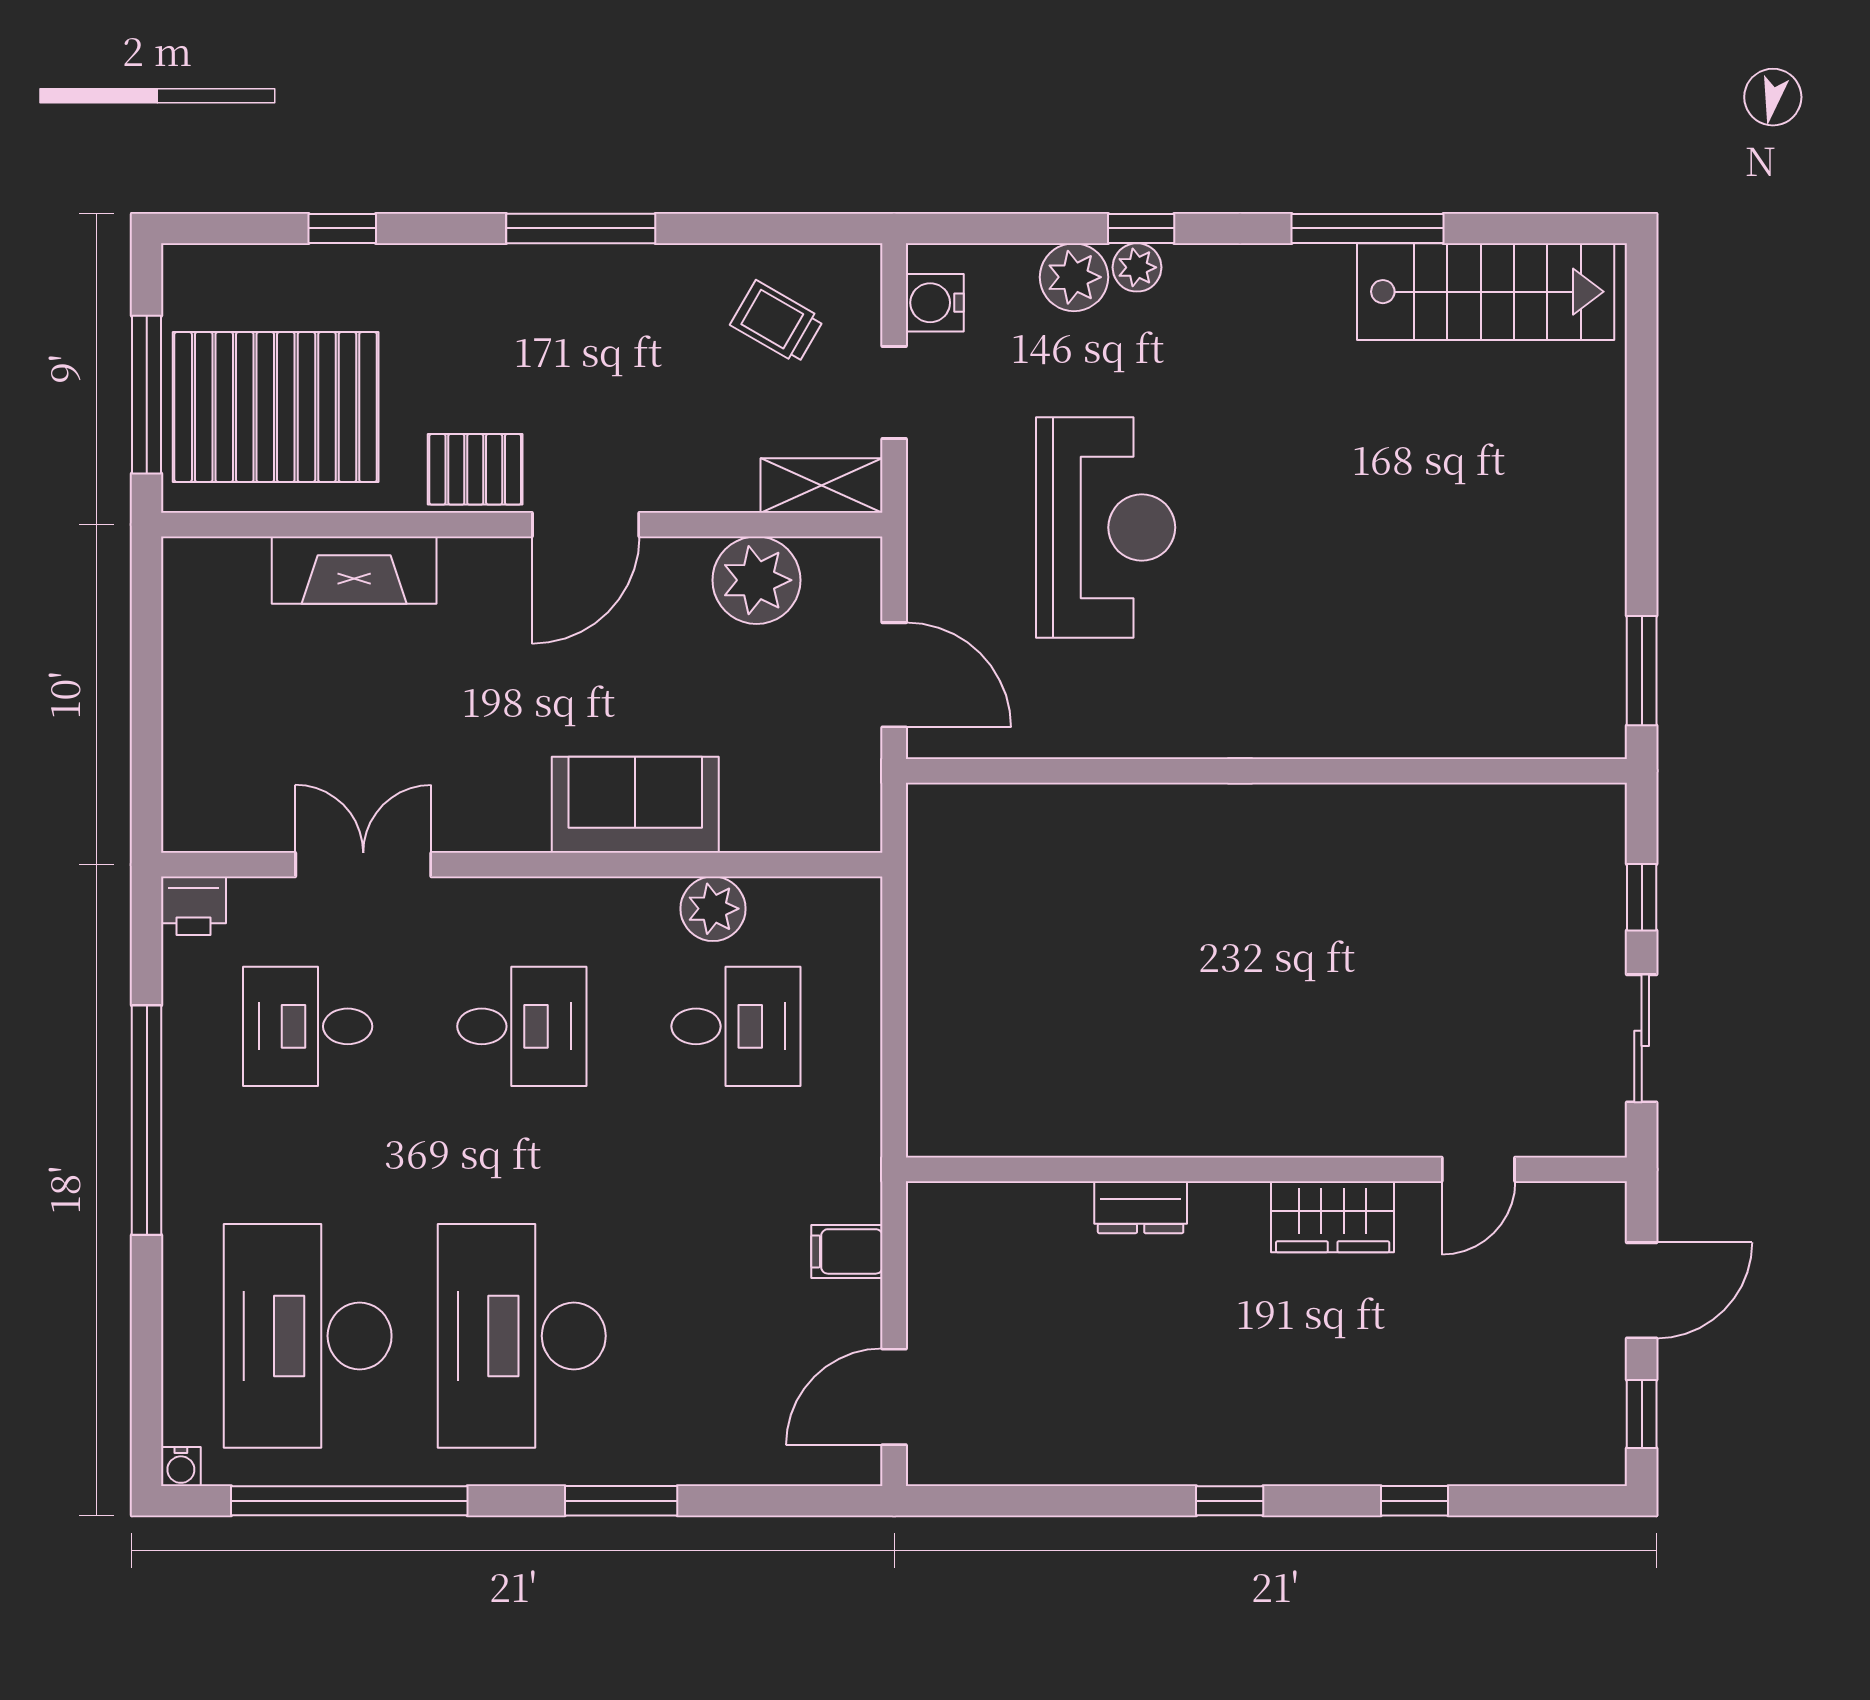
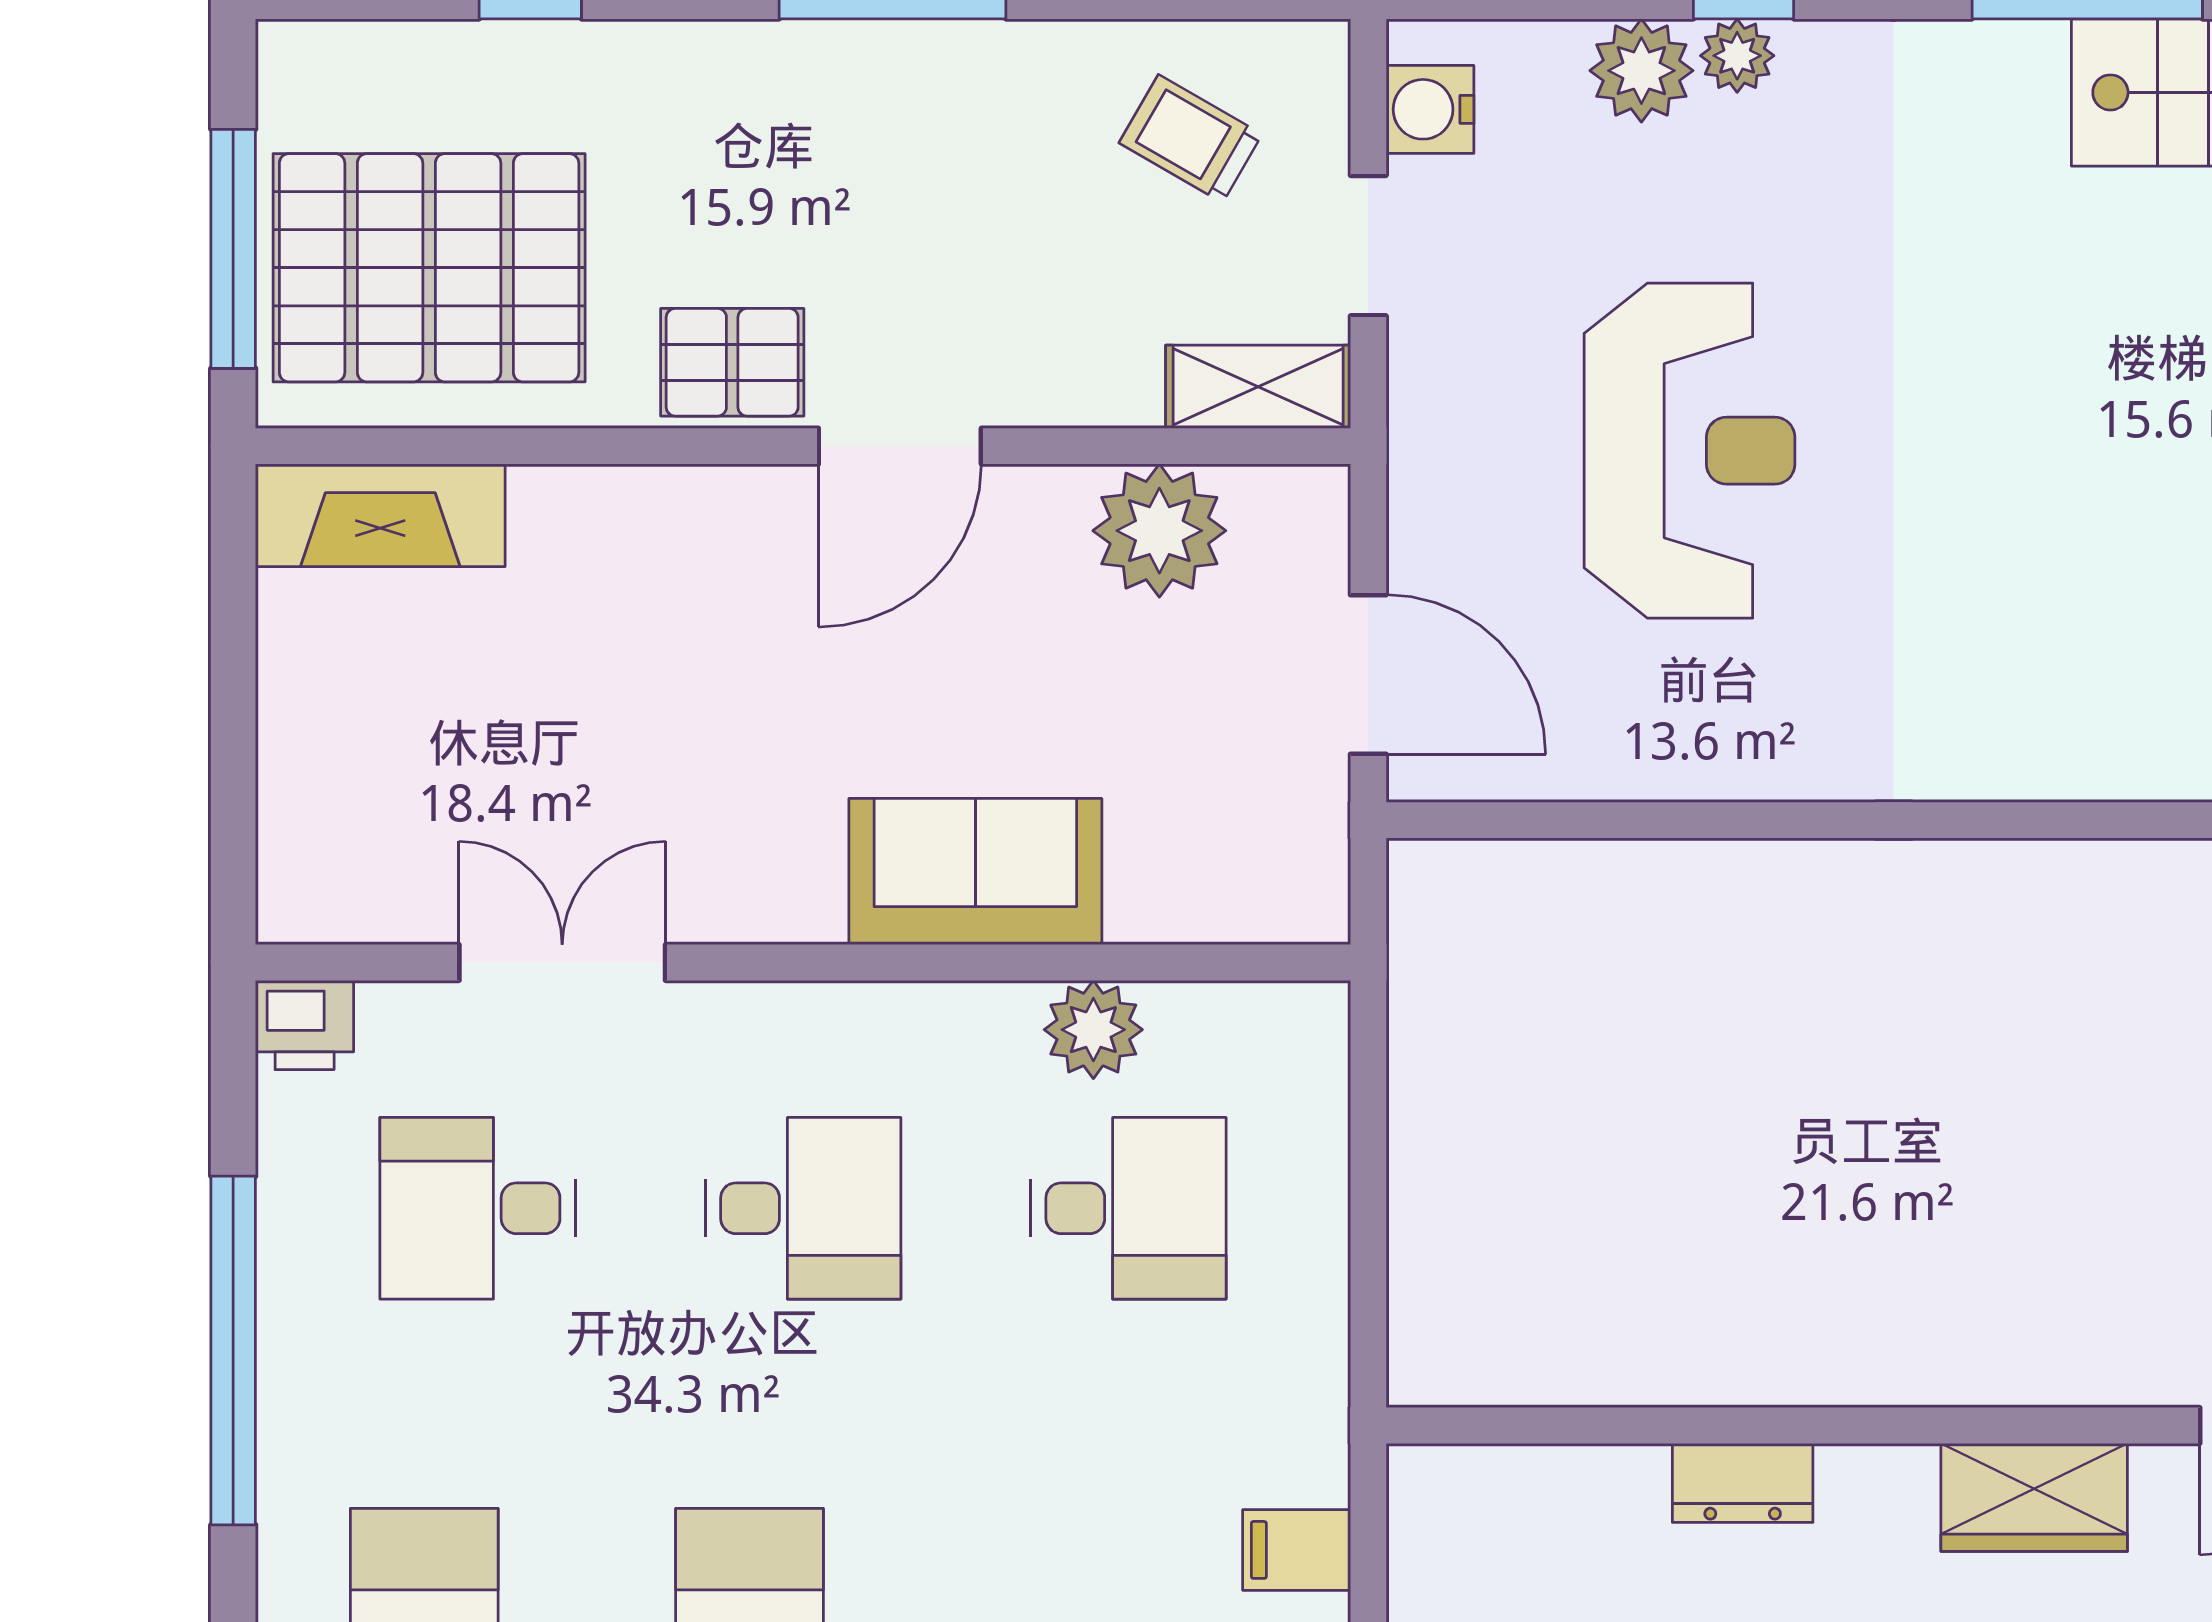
fireplace: (354, 570) -> (380, 515), moved

